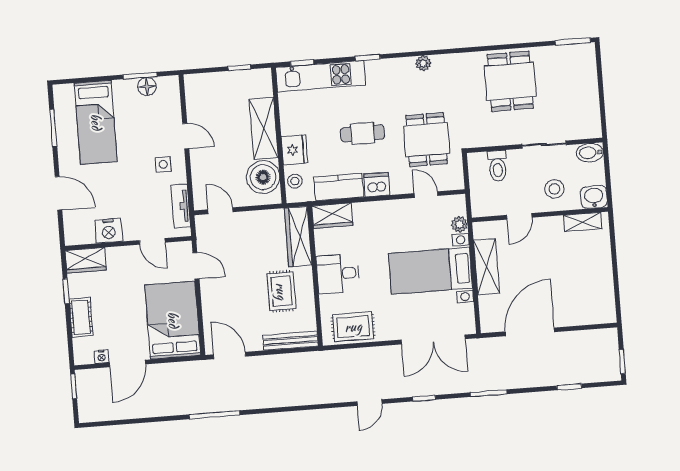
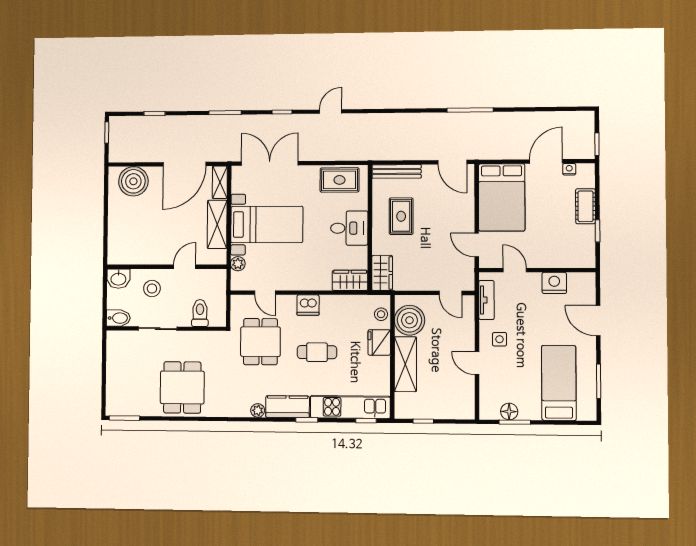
kitchen counter: (339, 187) -> (288, 407), moved, turned 180
shelving: (583, 222) -> (220, 182), moved, turned 90
wardrobe: (298, 237) -> (382, 273), width x0.67
wardrobe: (86, 260) -> (577, 258), removed
boiler: (587, 308) -> (133, 181), added

